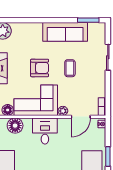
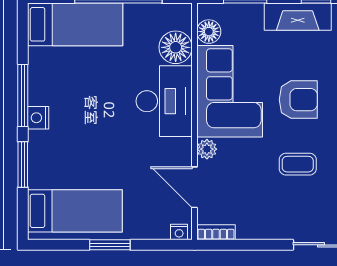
armchair: (40, 68) -> (298, 100), turned -90
desk: (45, 131) -> (164, 101), width x1.37

